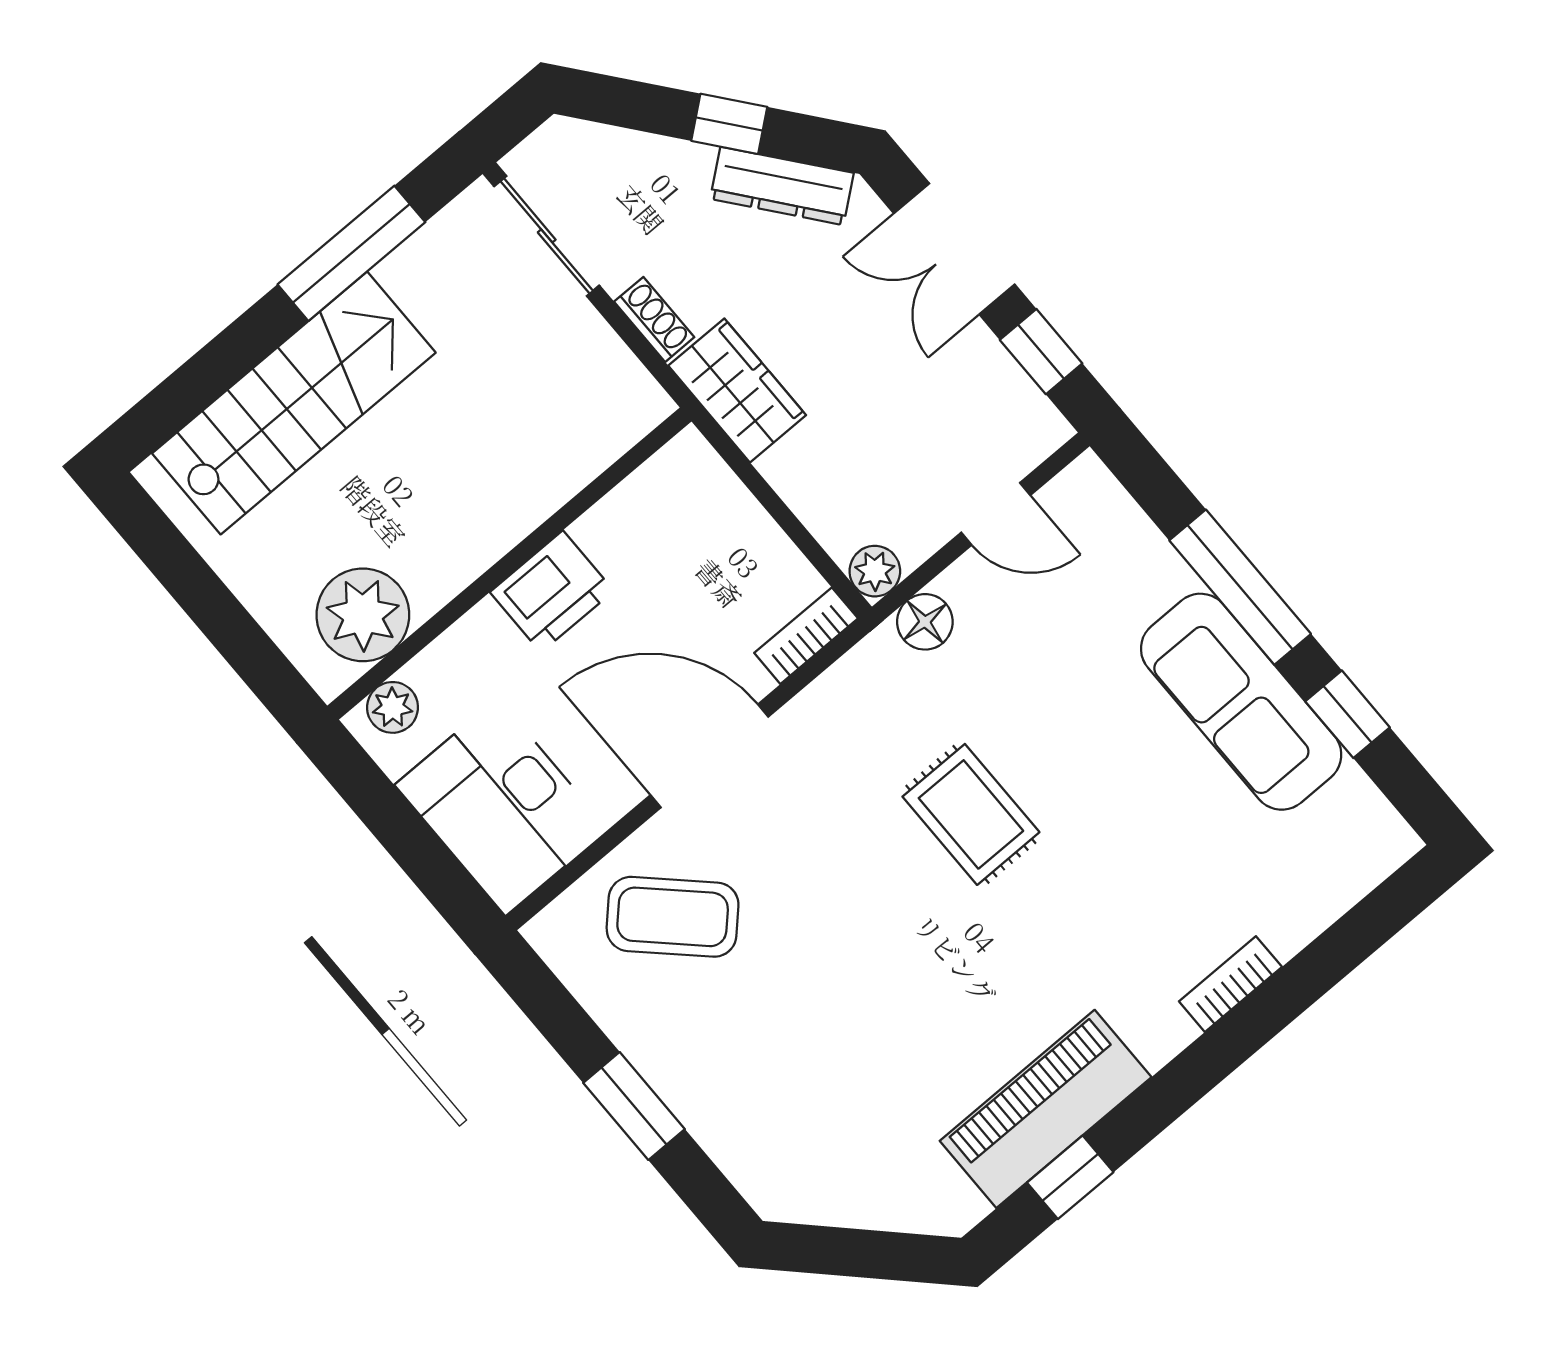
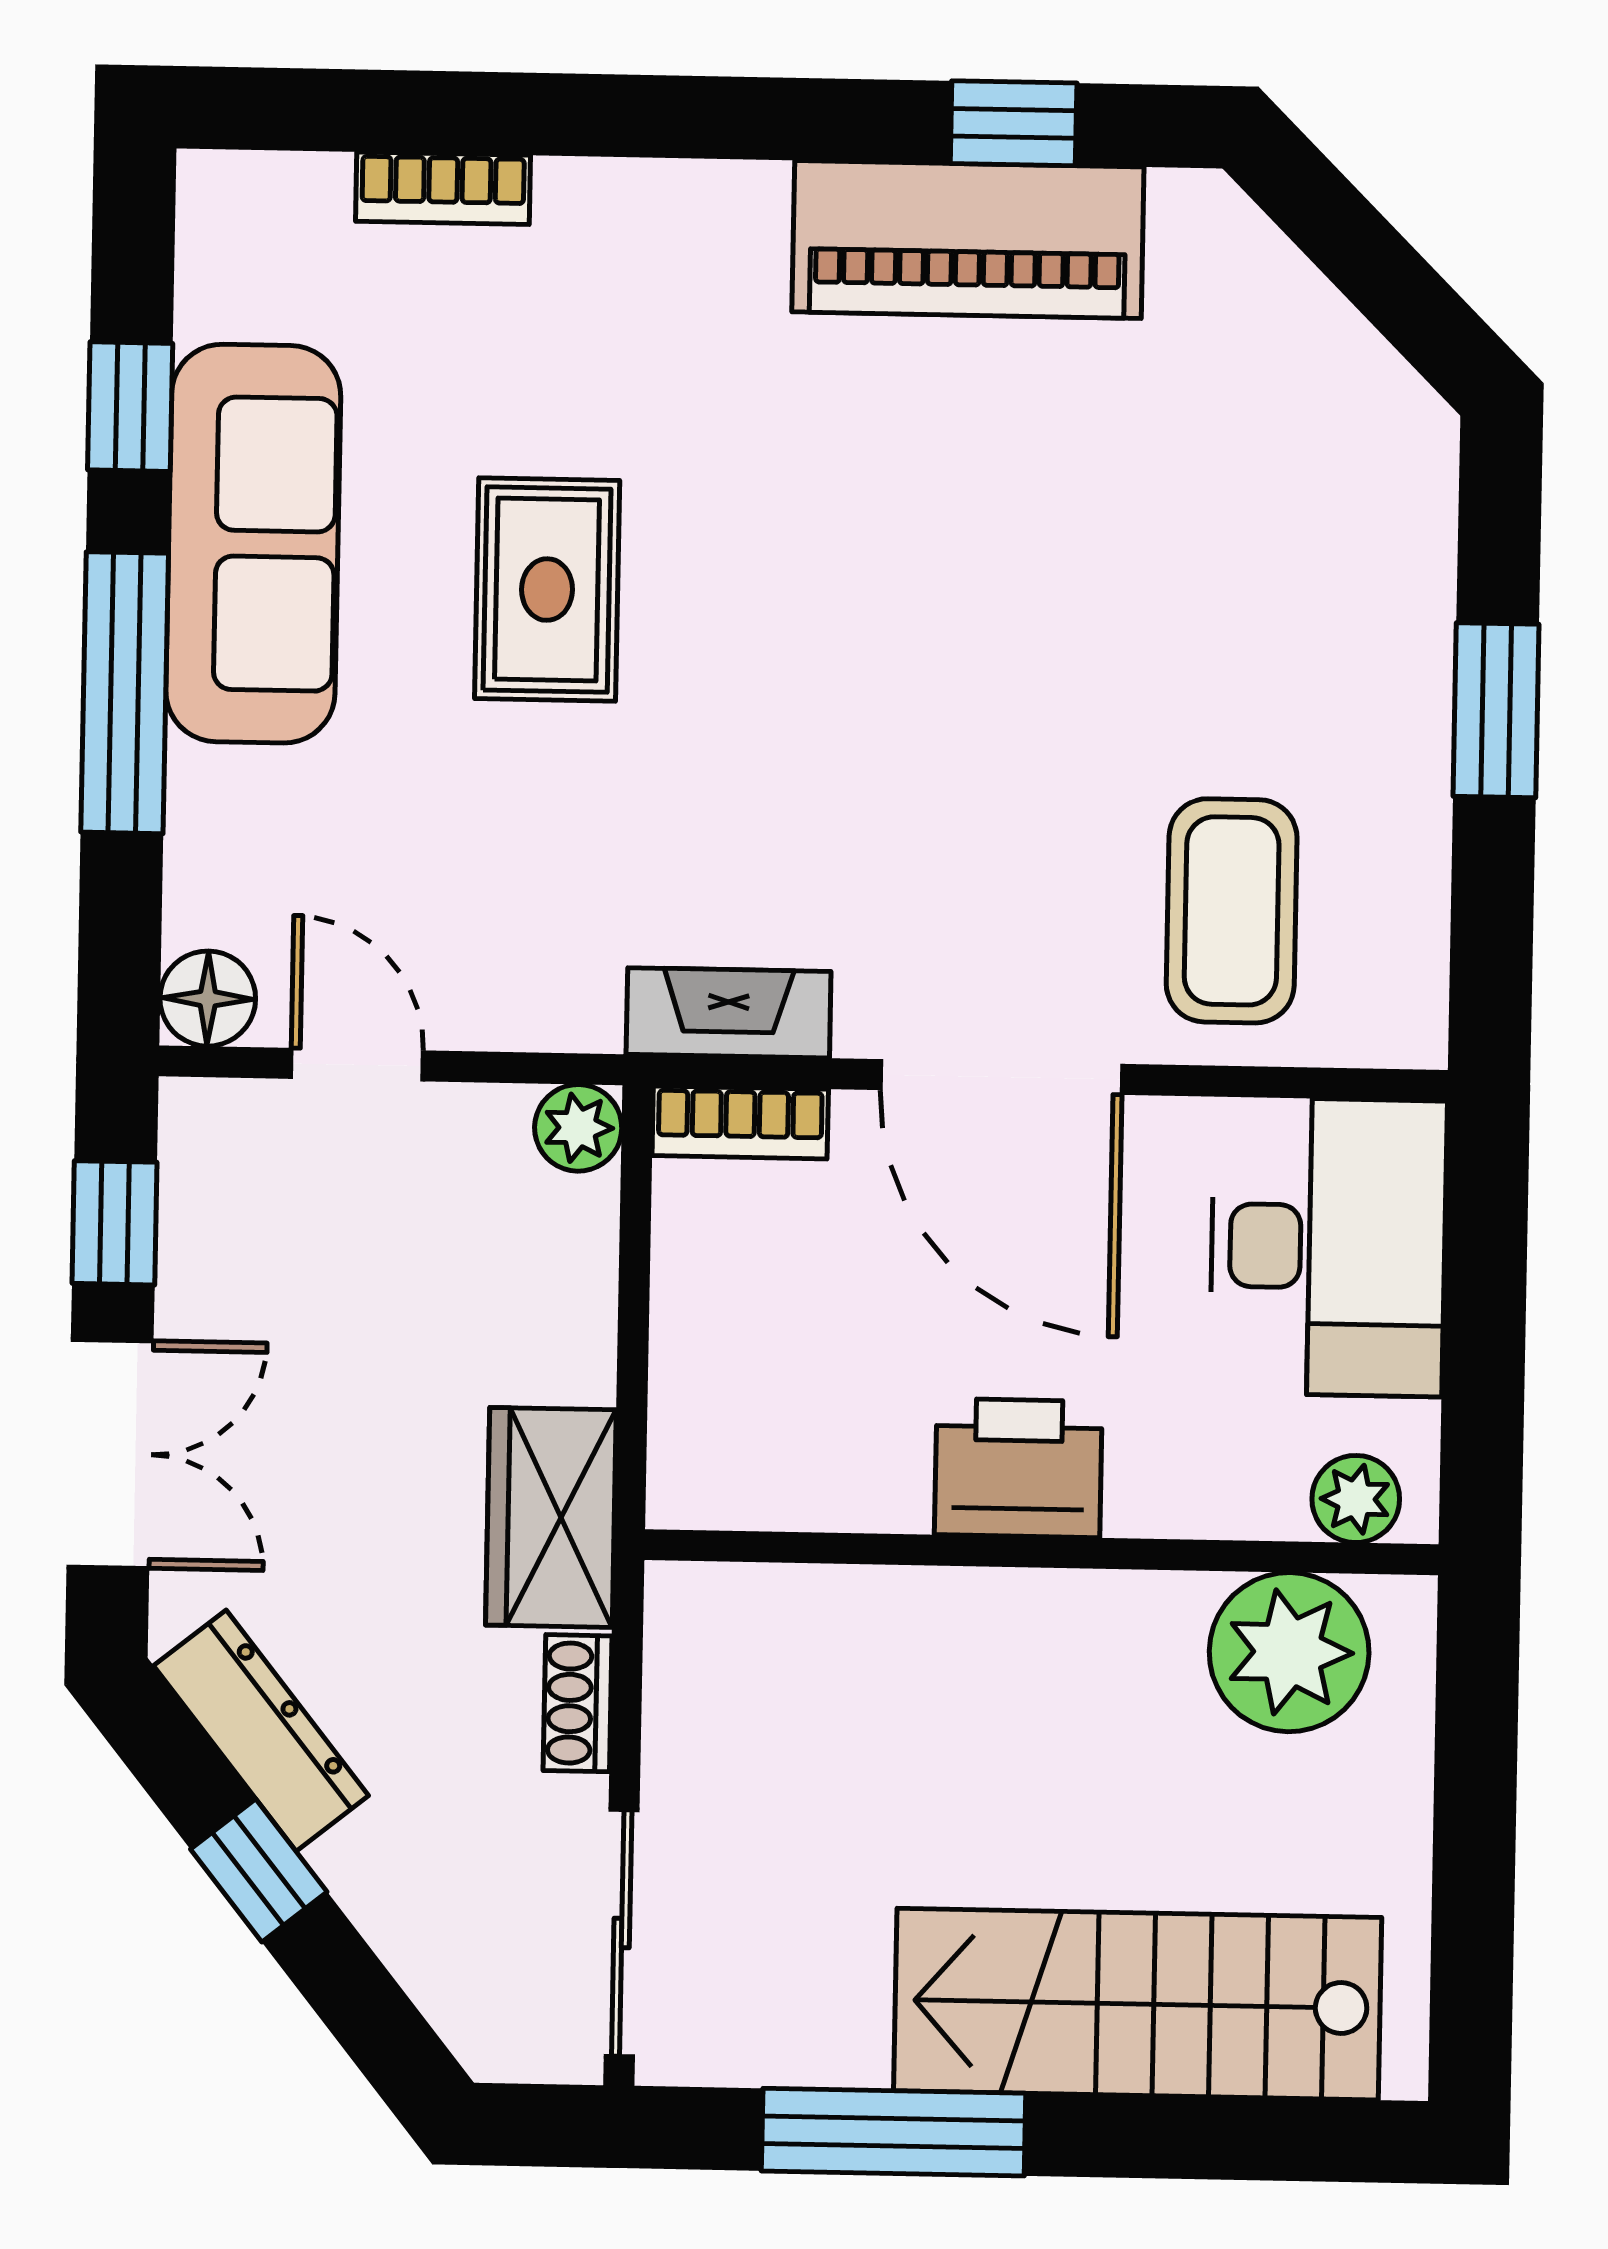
floor lamp: (925, 622) -> (208, 999), moved
fireplace: (853, 679) -> (729, 1013), added
rug: (971, 814) -> (547, 590), moved
coffee table: (673, 917) -> (1232, 911), turned 46
bookcase: (1230, 984) -> (443, 188), moved

